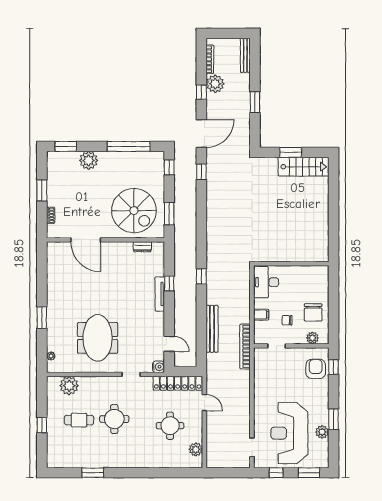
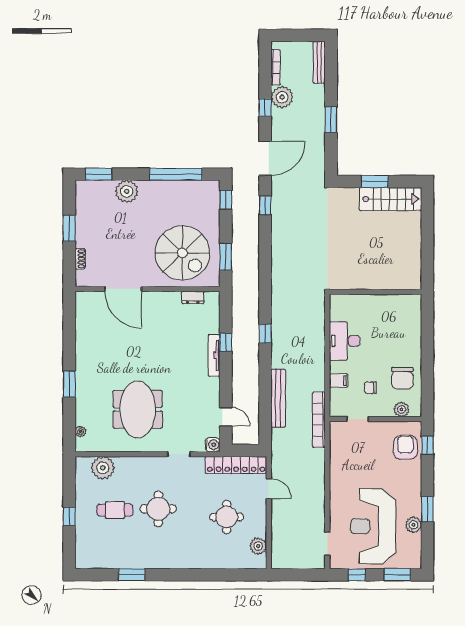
wall: (291, 264) -> (375, 292), moved

